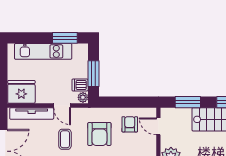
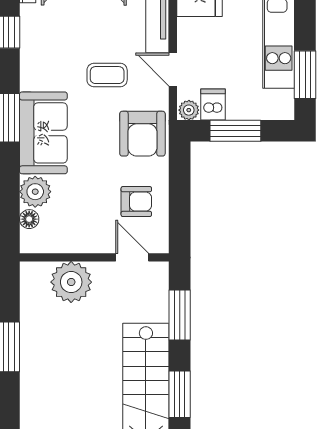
door: (62, 105) -> (173, 70), hinge flipped
door: (158, 126) -> (132, 257), hinge flipped
armchair: (99, 134) -> (142, 134), moved, turned -90

